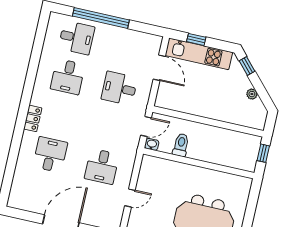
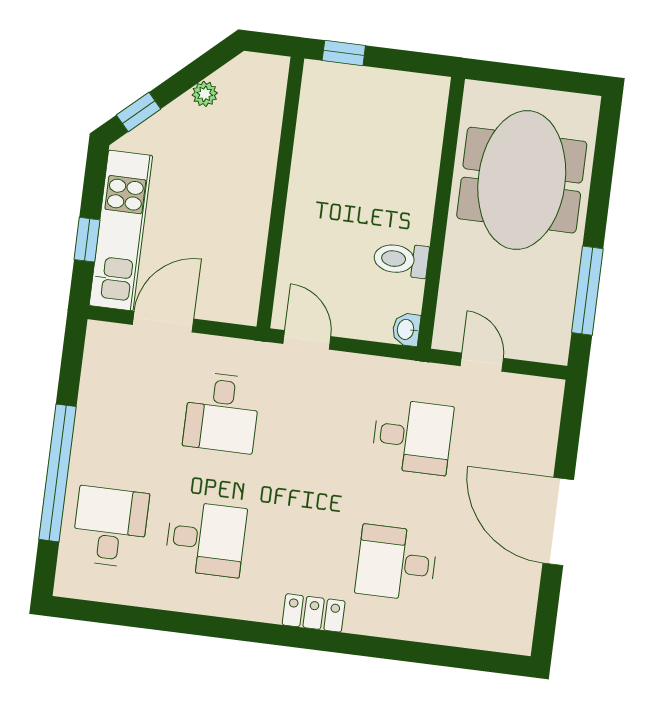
washbasin: (152, 144) -> (406, 329), moved
toilet: (181, 145) -> (401, 260), moved
wall: (199, 163) -> (441, 213), moved

